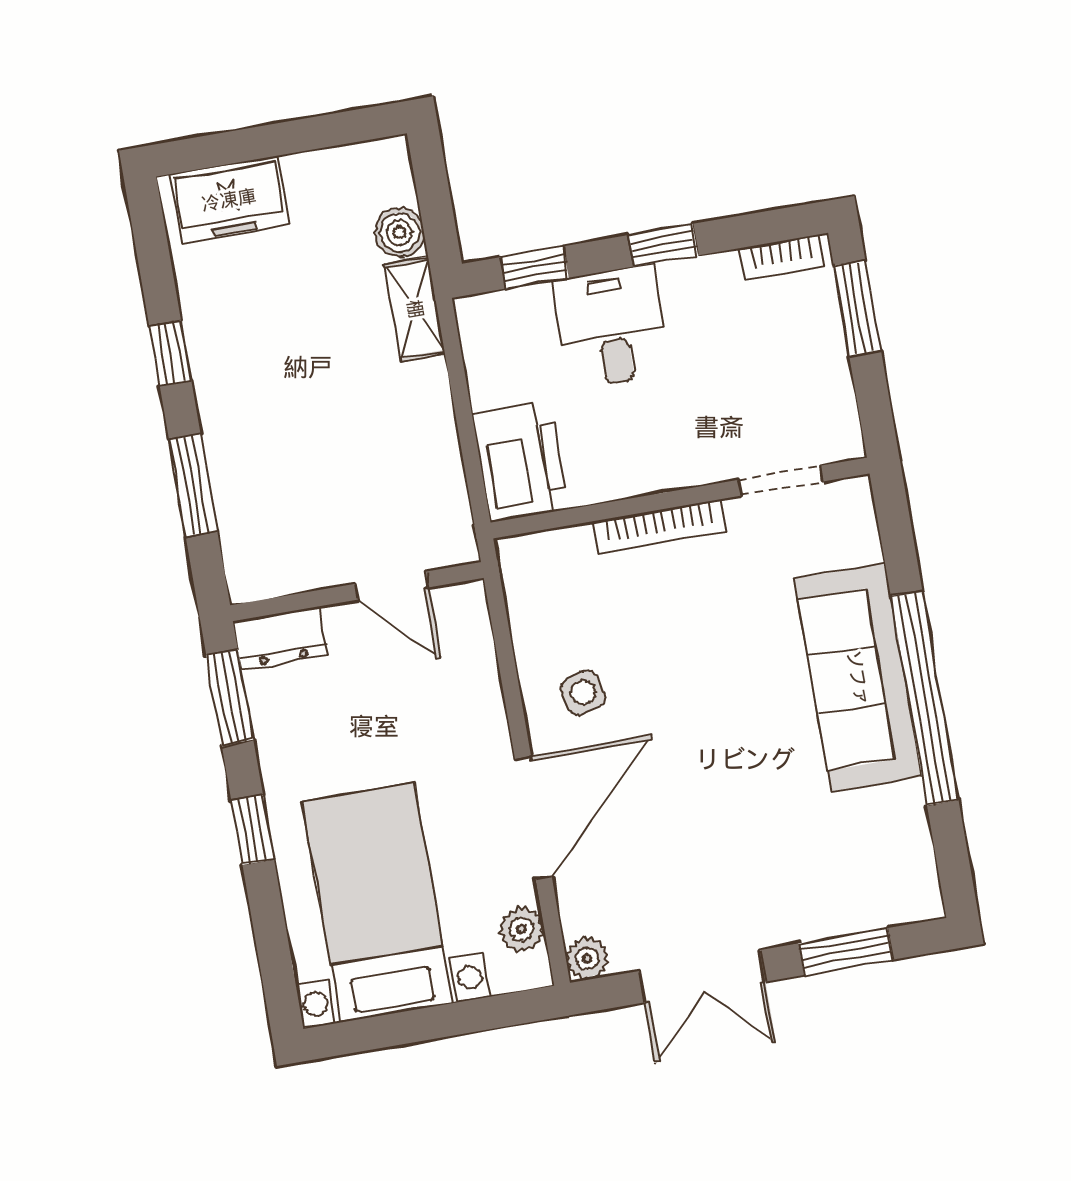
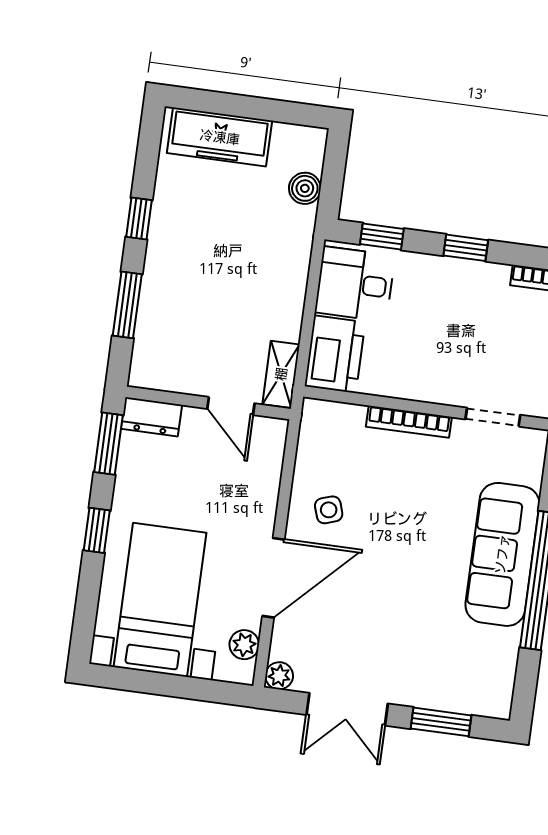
freezer: (229, 200) -> (220, 137), width x1.40
shelving: (415, 309) -> (281, 374), moved
desk: (611, 327) -> (355, 284), moved, turned -90

